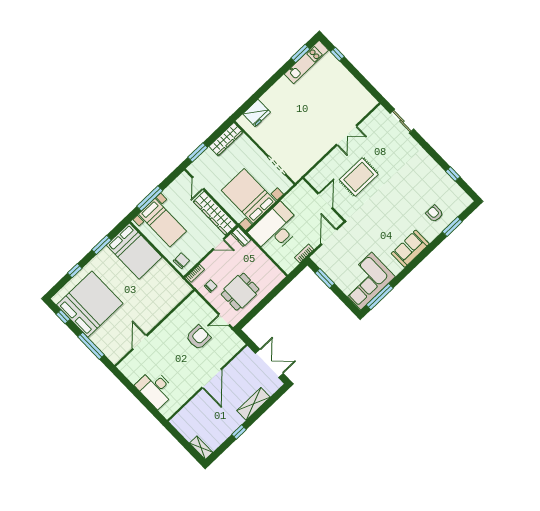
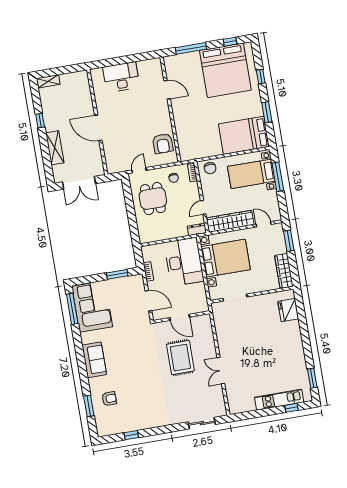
kitchen unit: (306, 62) -> (279, 400), moved, turned 90
armchair: (198, 337) -> (163, 144), moved

